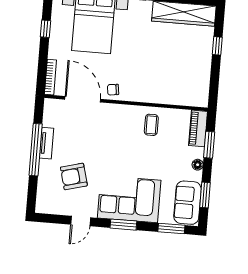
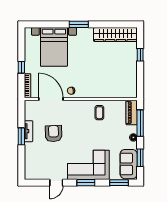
window: (45, 29) -> (21, 67), moved
window: (209, 145) -> (140, 123), width x1.44
window: (36, 150) -> (21, 136), width x0.47
armchair: (74, 176) -> (54, 134), moved, turned 103

